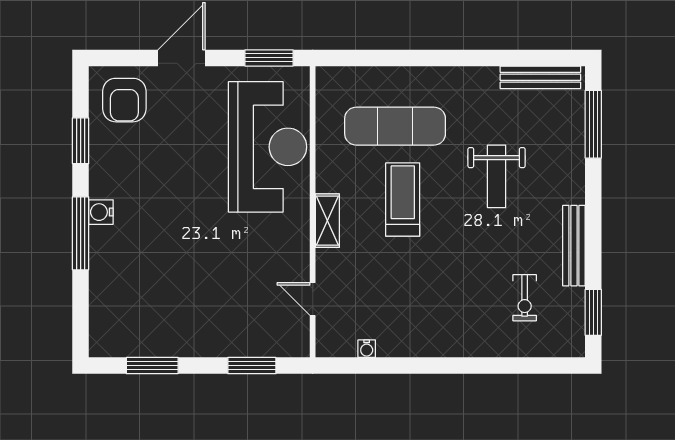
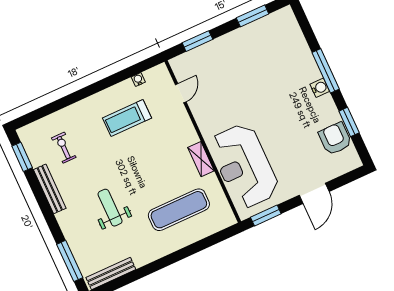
armchair: (124, 100) -> (335, 139), moved
treadmill: (403, 200) -> (127, 118), moved, turned 90
shelving: (327, 221) -> (201, 159), moved
door: (313, 299) -> (181, 93), hinge flipped

